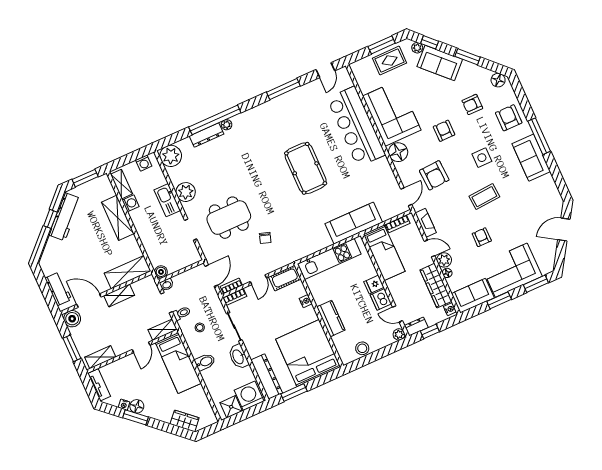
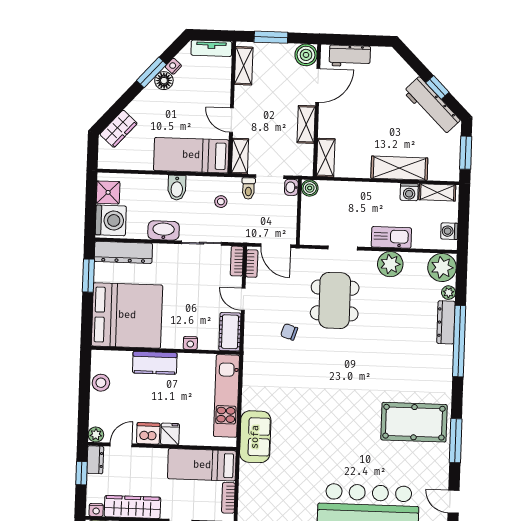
plant: (227, 125) -> (449, 293), moved
pool table: (306, 168) -> (414, 422), moved
sofa: (354, 223) -> (255, 437), width x0.73
shelving: (128, 272) -> (326, 158), width x0.67, depth x0.75

